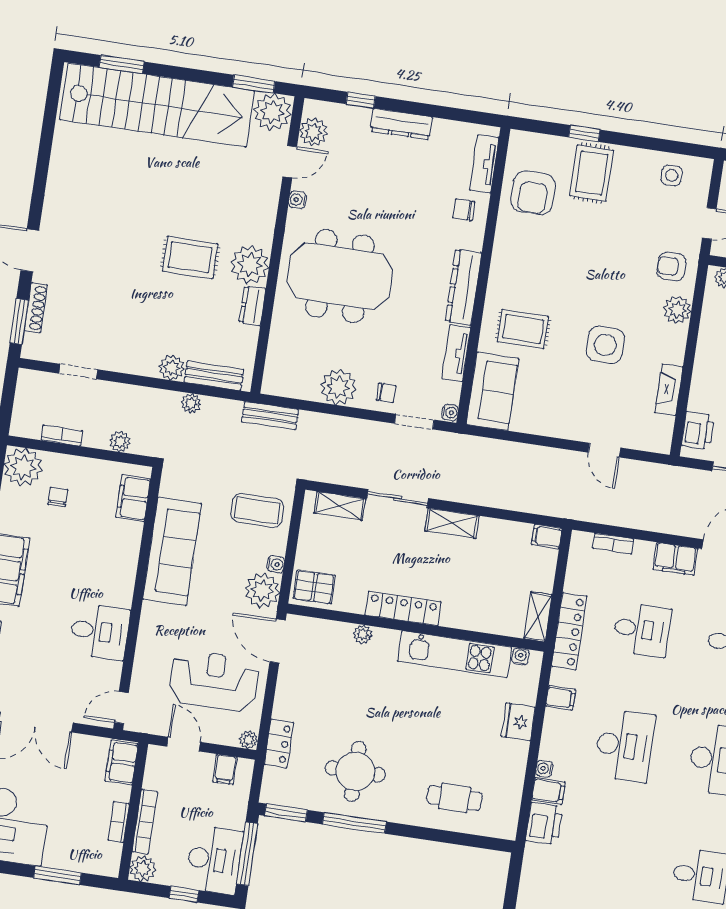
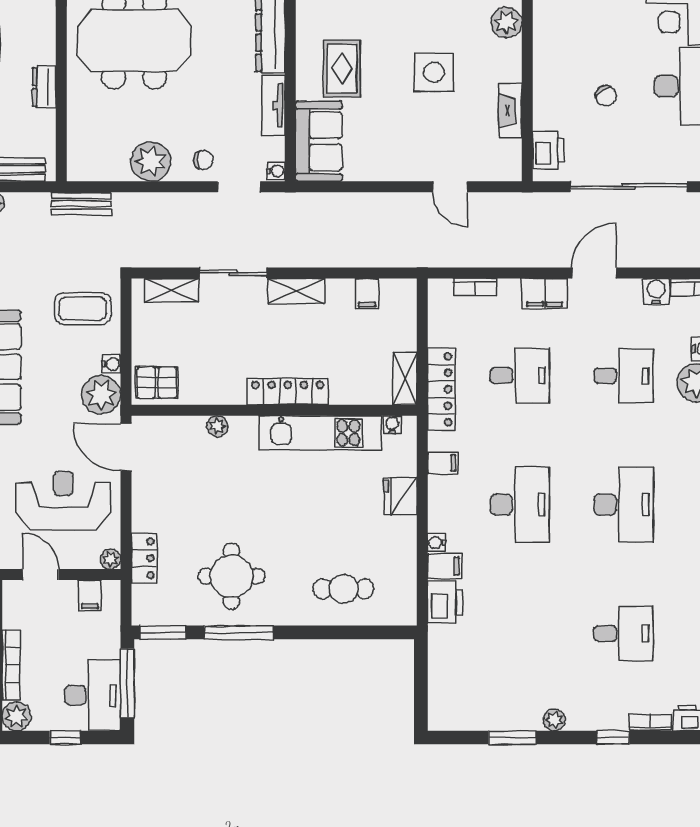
plant: (250, 265) -> (35, 43), removed
rug: (523, 329) -> (342, 68), turned 90
filing cabinet: (547, 537) -> (367, 294), moved, turned -90
locker: (403, 609) -> (288, 392), moved

